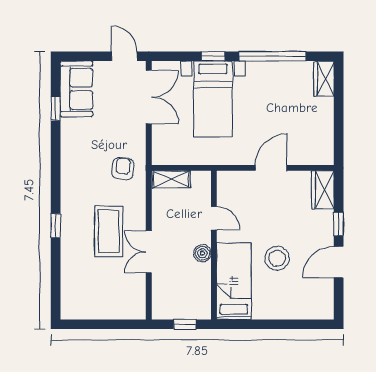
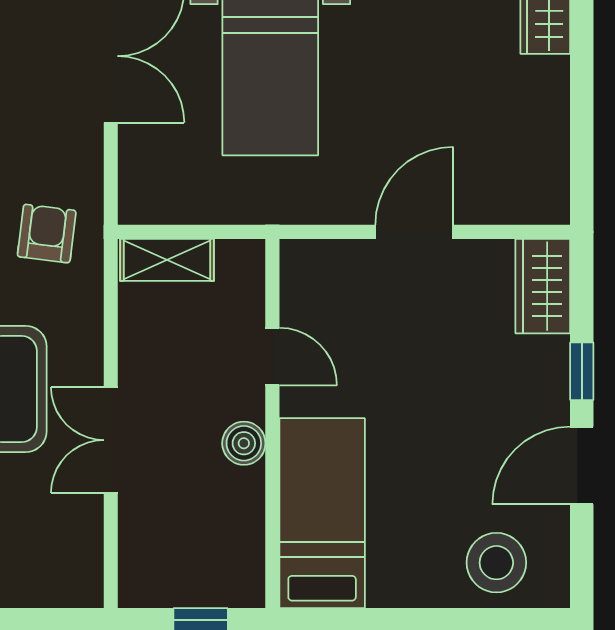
stool: (277, 258) -> (496, 563), moved

